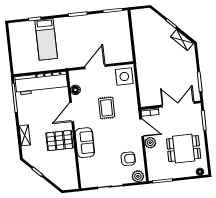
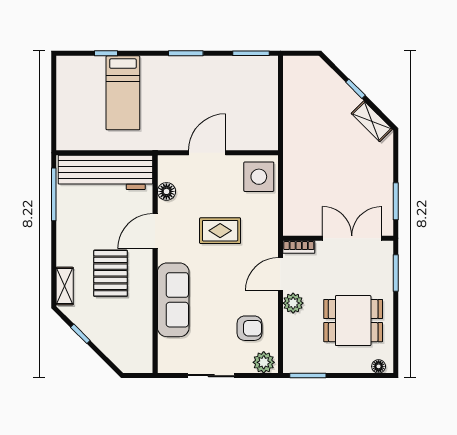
rug: (107, 108) -> (220, 231), turned 90
door: (142, 128) -> (280, 274), swing flipped
shelving: (25, 135) -> (65, 286), moved
pallet: (60, 141) -> (111, 273), moved, turned 90
sofa: (85, 143) -> (173, 300), width x1.36

